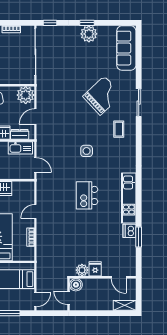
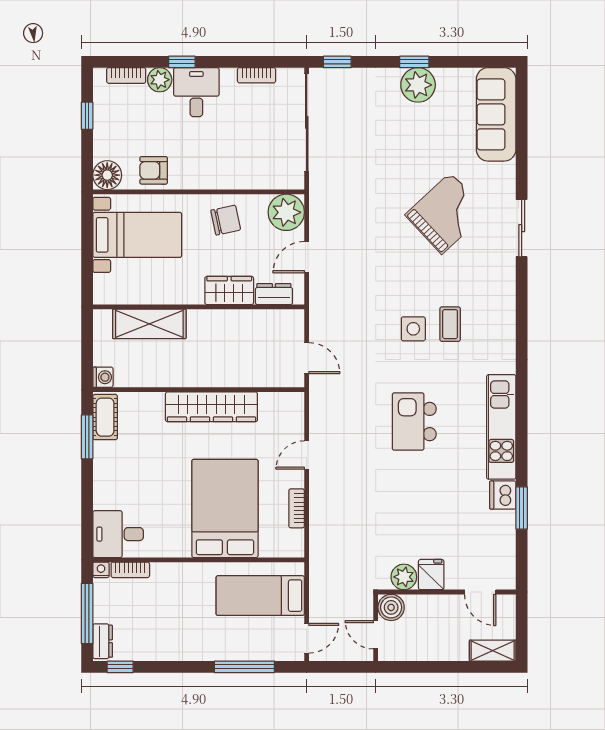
coffee table: (119, 129) -> (450, 324), moved
kitchen sink: (20, 148) -> (275, 322), removed

